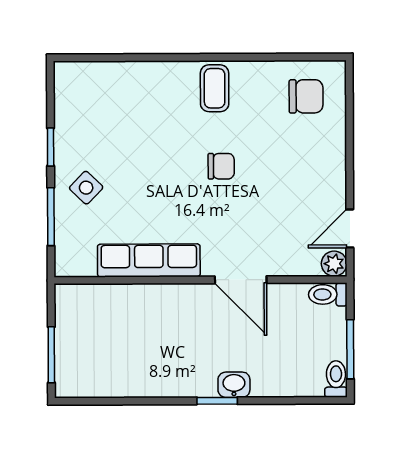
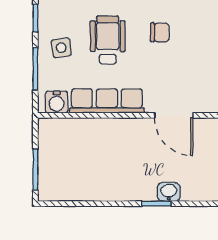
wheelchair: (150, 177) -> (108, 40), added
side table: (86, 188) -> (61, 48), turned 38
water cooler: (80, 262) -> (57, 102), added

